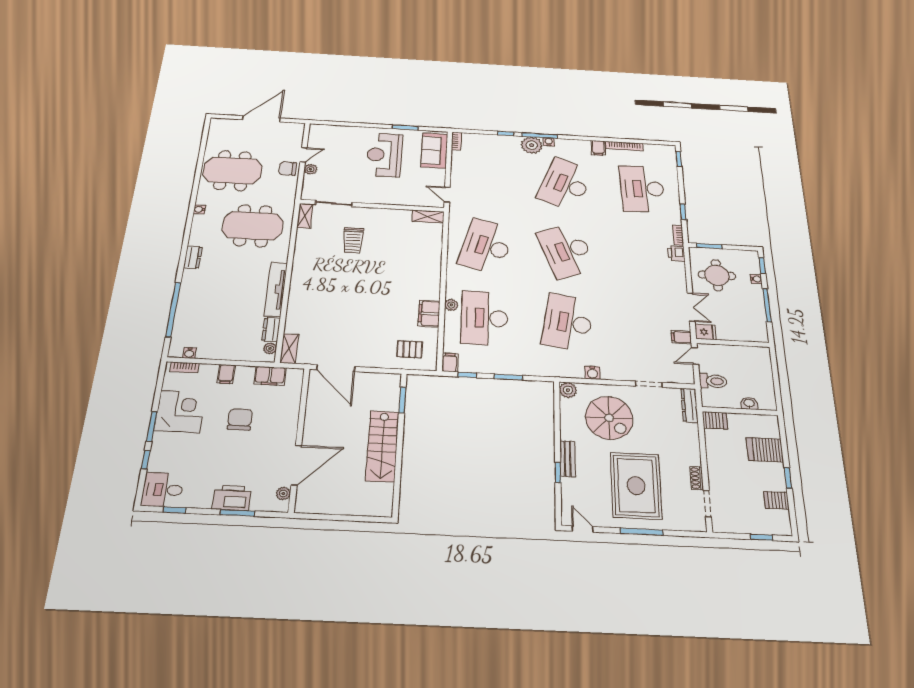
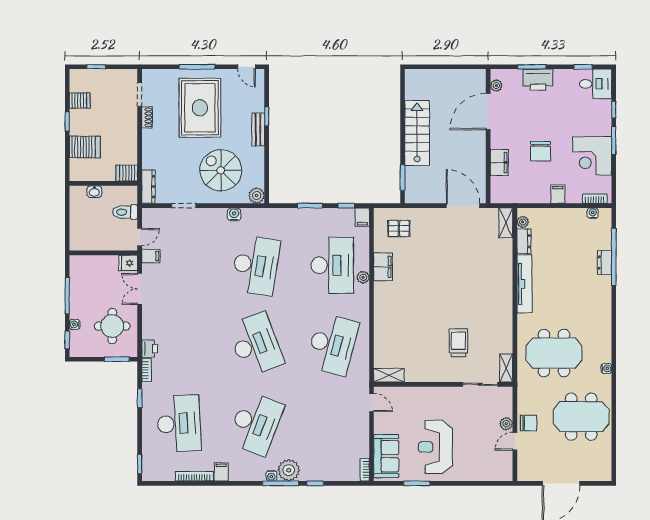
reception desk: (384, 155) -> (435, 447), turned 180
dresser: (193, 257) -> (605, 263), moved
filing cabinet: (270, 376) -> (499, 163), moved, turned 90

